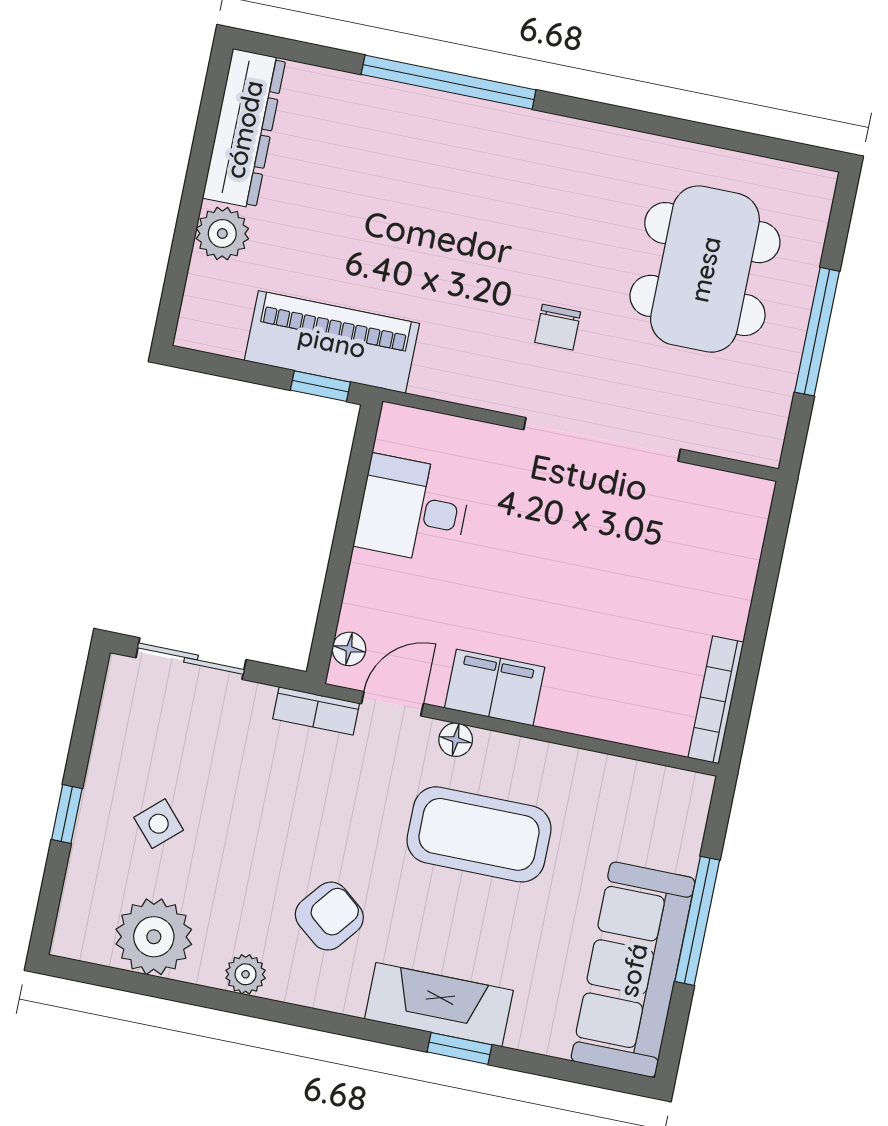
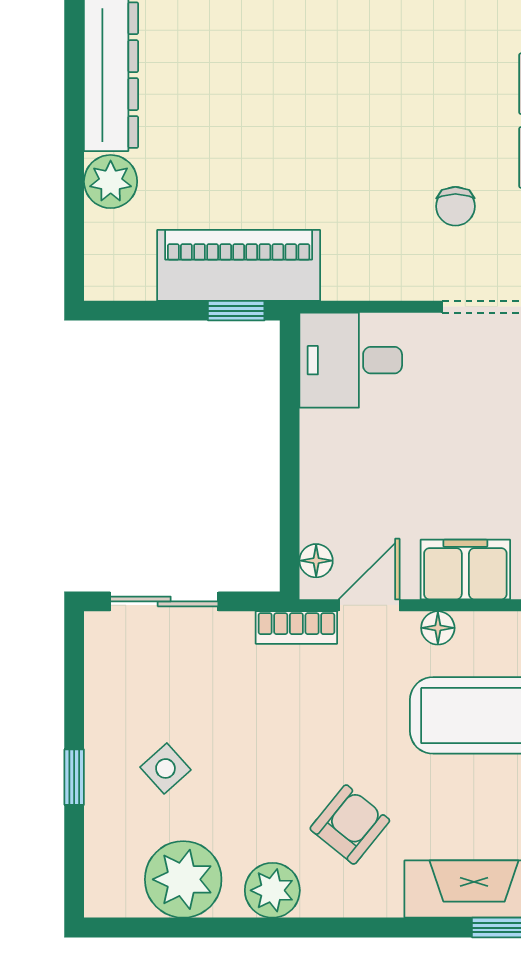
desk: (413, 510) -> (351, 360), moved
plant: (246, 974) -> (272, 890), width x1.38, depth x1.38

